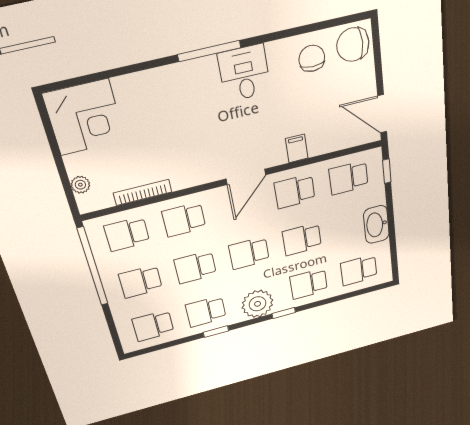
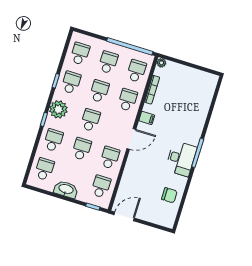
chair: (353, 45) -> (165, 216), removed
desk: (244, 73) -> (181, 159), width x1.37
corner desk: (84, 117) -> (200, 86), removed
filing cabinet: (297, 148) -> (147, 118), moved
door: (246, 177) -> (131, 139), swing flipped
plant: (80, 185) -> (161, 63), moved

